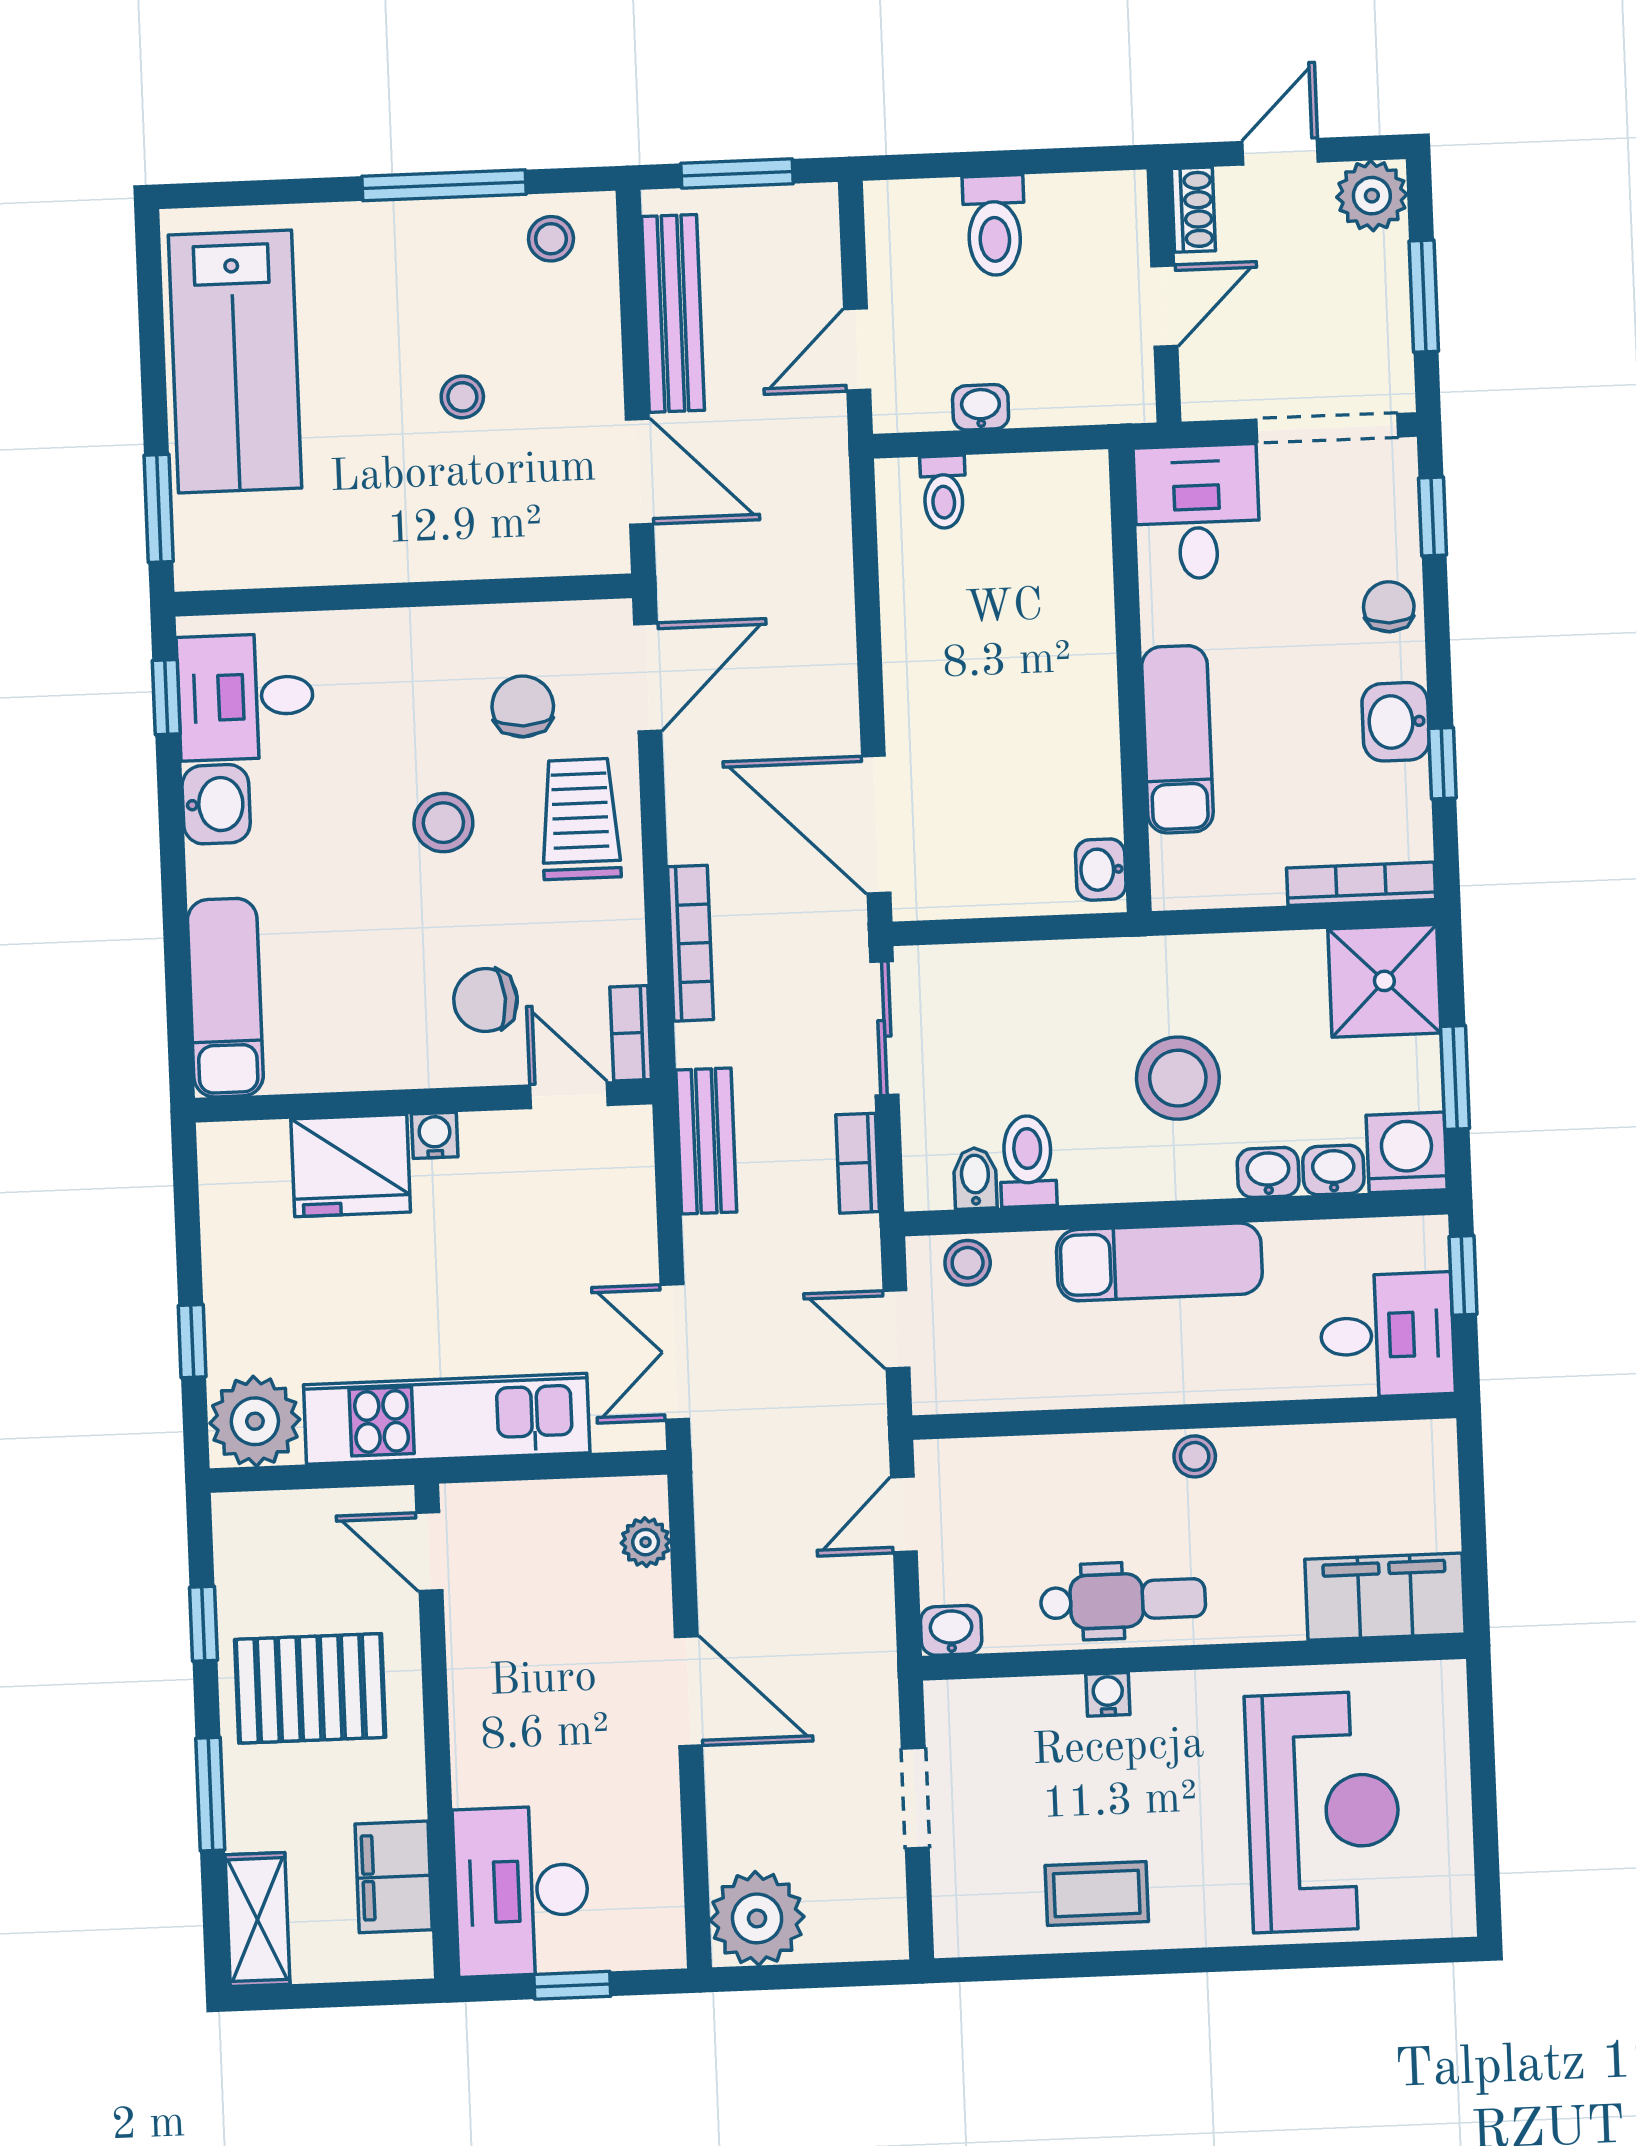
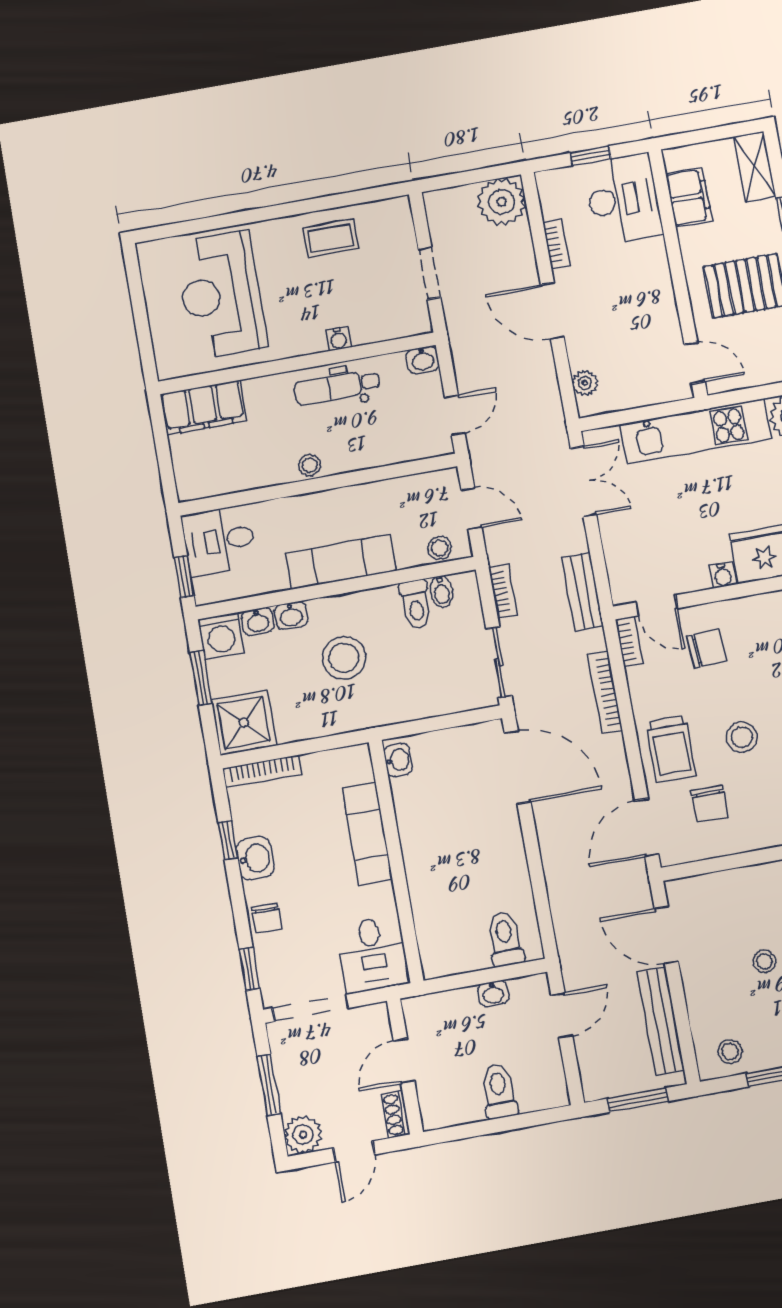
toilet: (943, 492) -> (505, 939), width x1.37, depth x1.39
bookcase: (663, 1821) -> (556, 244), added

